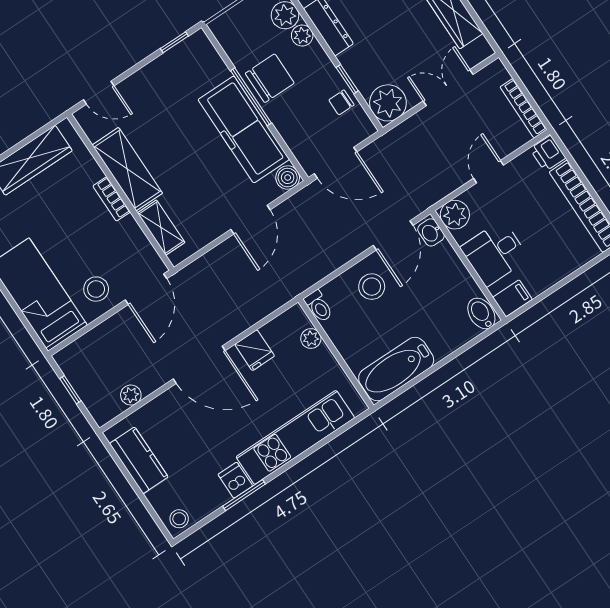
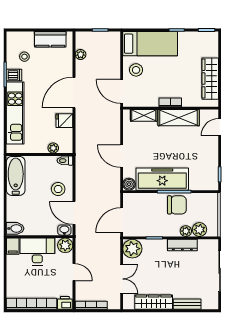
chair: (270, 78) -> (177, 205), turned -90
chair: (341, 102) -> (146, 229), removed
door: (335, 163) -> (122, 220), moved
desk: (495, 253) -> (37, 252), width x1.37
stool: (179, 519) -> (24, 57), moved

